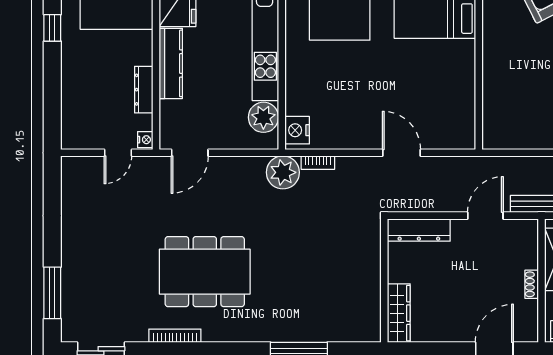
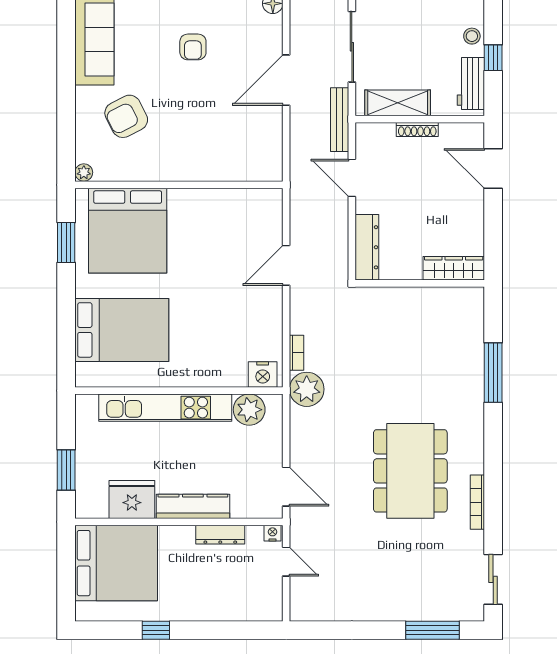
shoe rack: (532, 284) -> (417, 130), width x1.43

